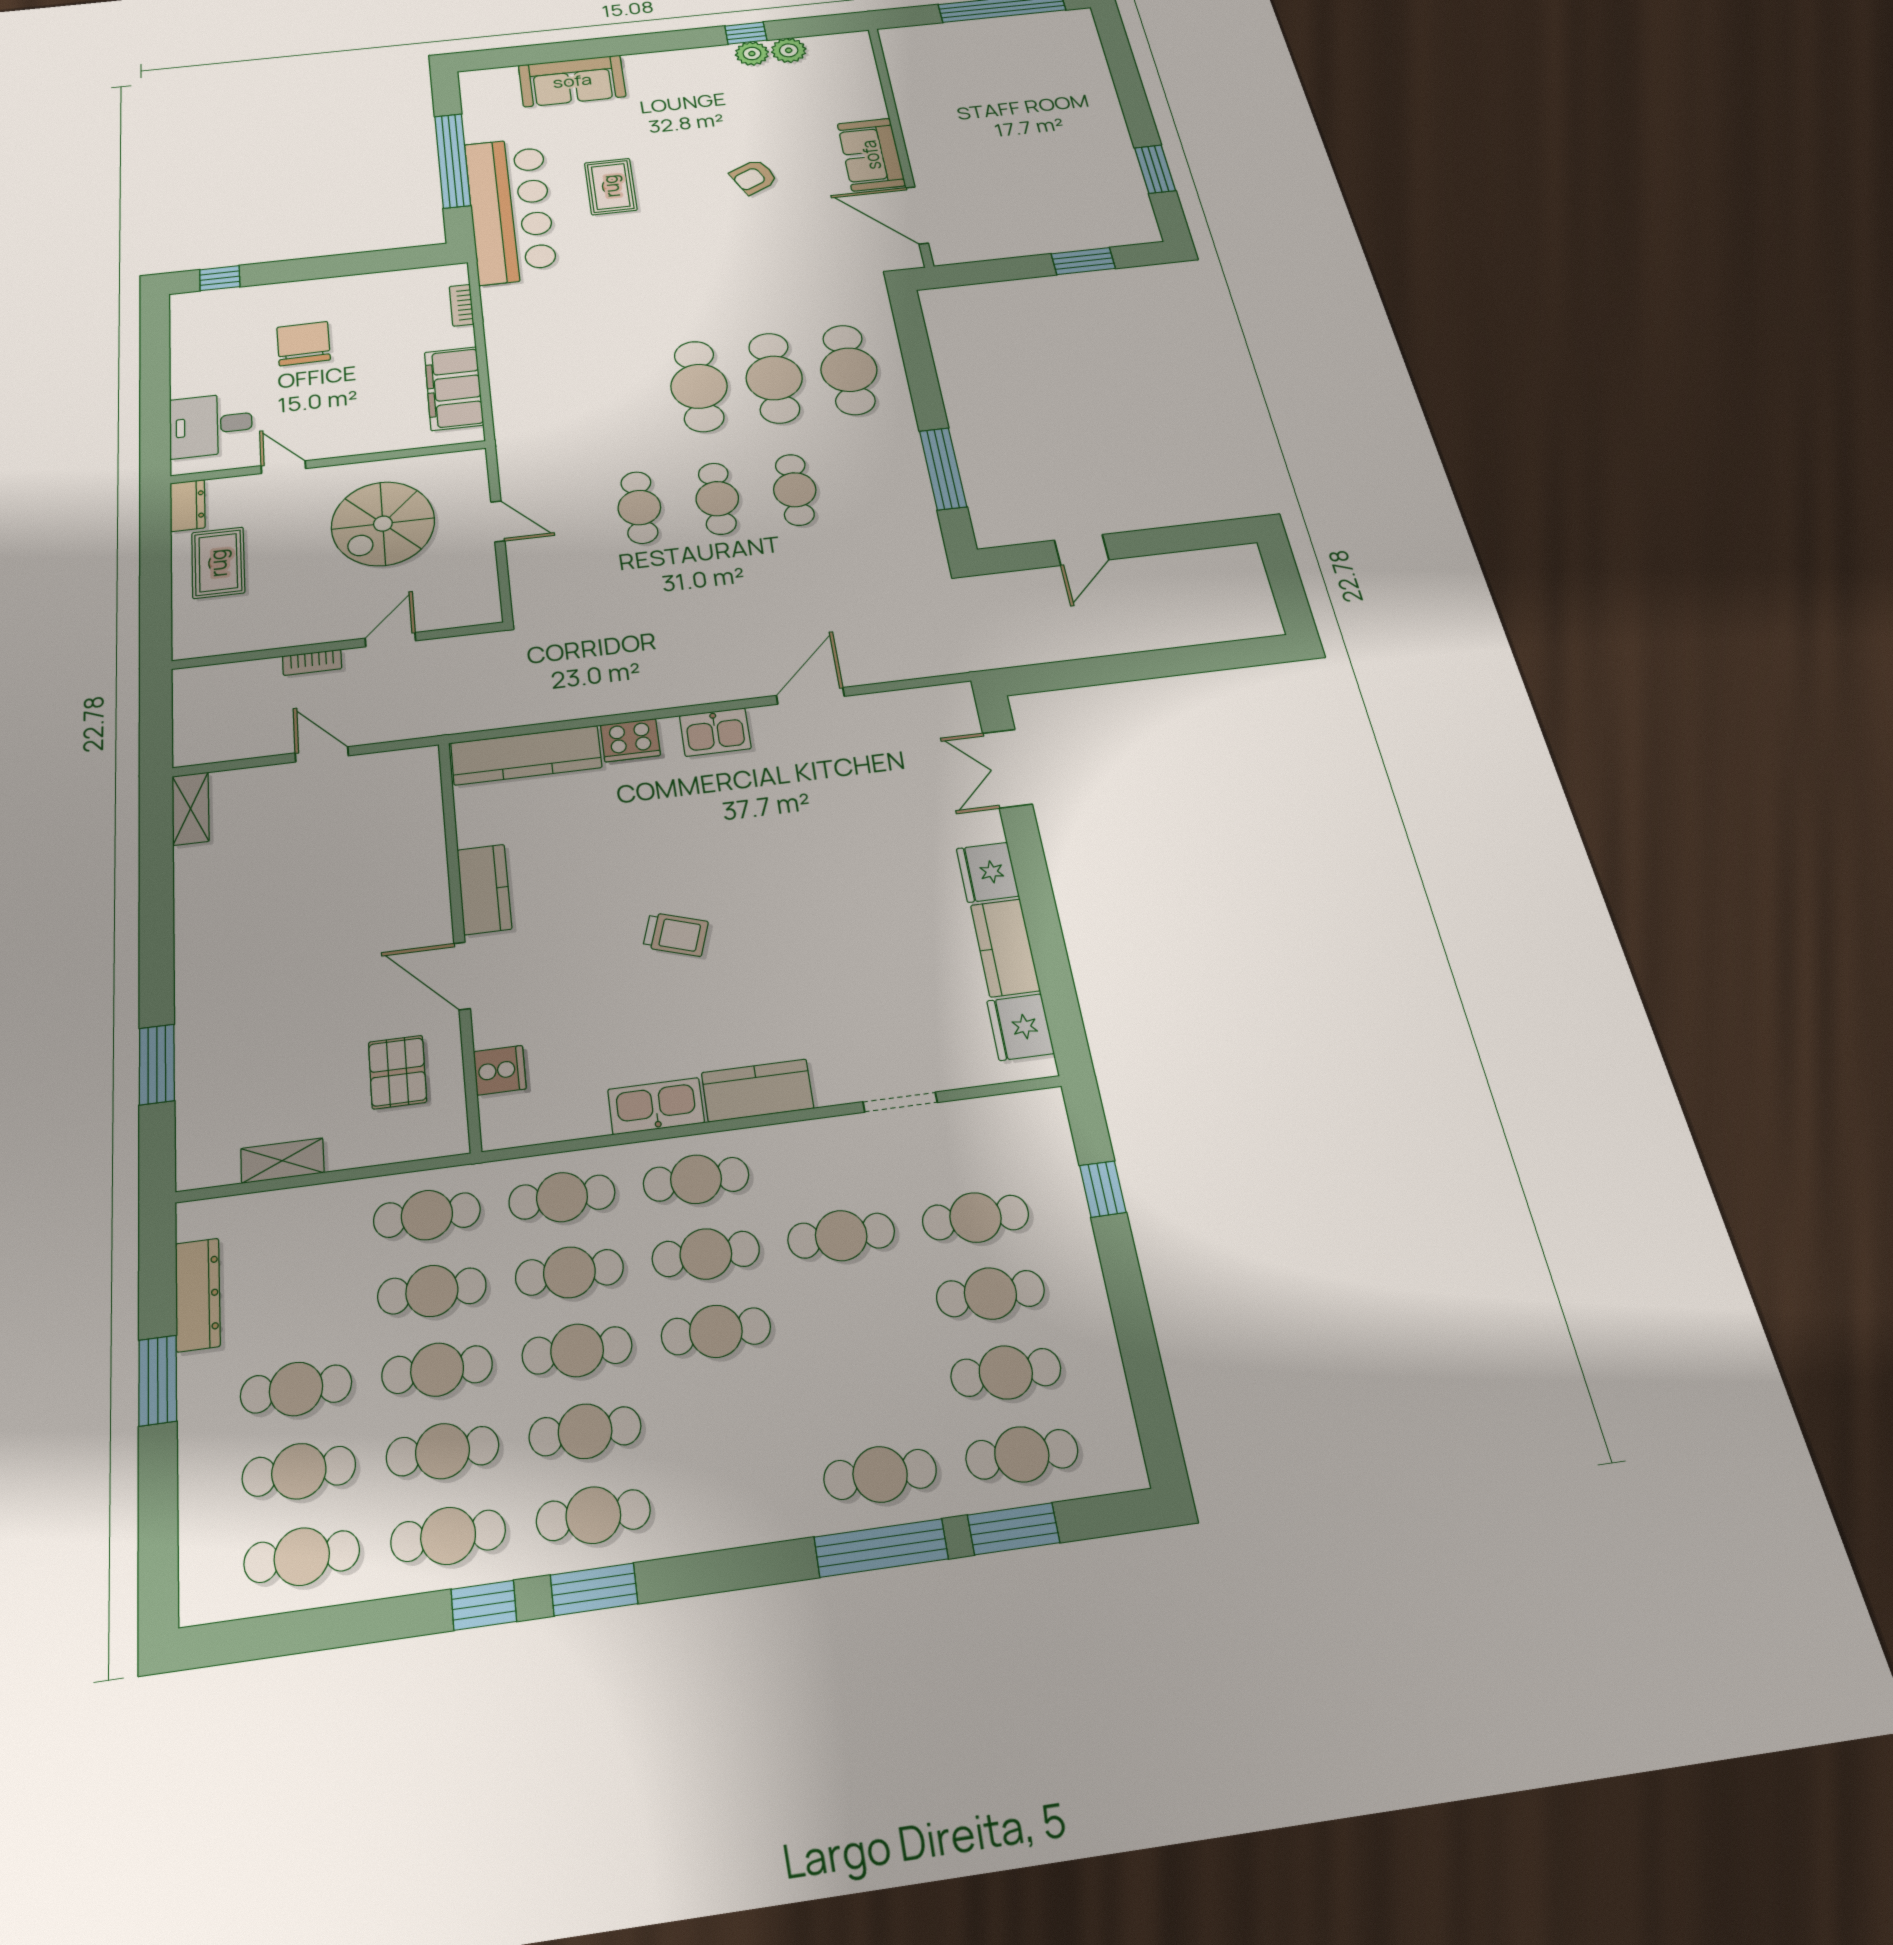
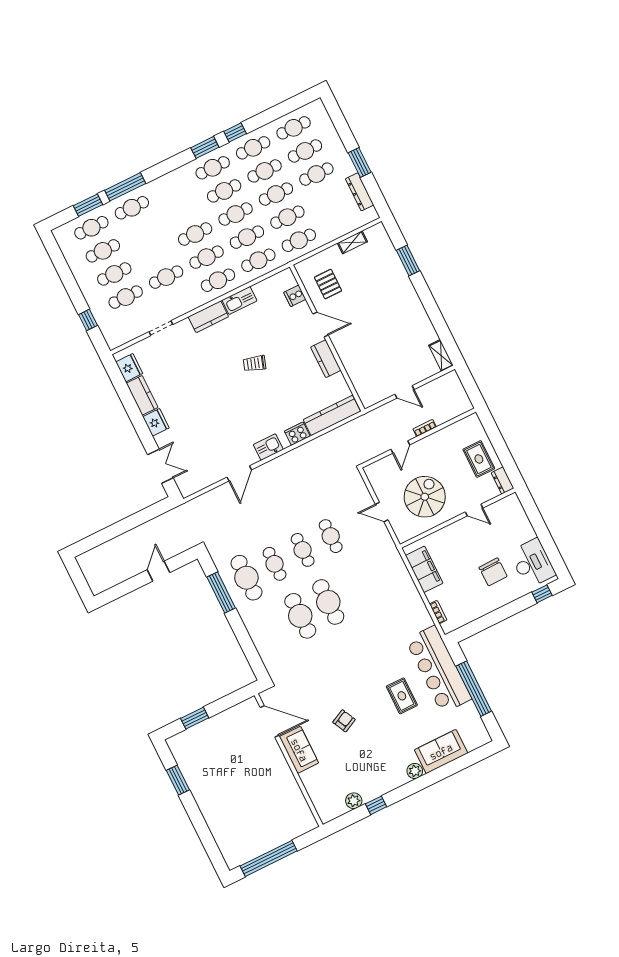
plant: (752, 54) -> (415, 771), moved
cafe table: (849, 370) -> (246, 578), moved
desk: (211, 425) -> (532, 563), moved, width x1.37

